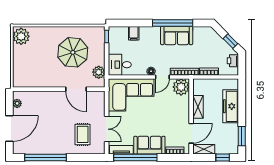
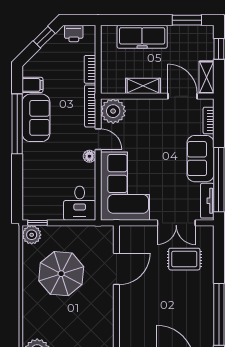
filing cabinet: (134, 33) -> (32, 85), moved
plant: (99, 72) -> (32, 235), moved
double door: (107, 129) -> (176, 223), swing flipped

